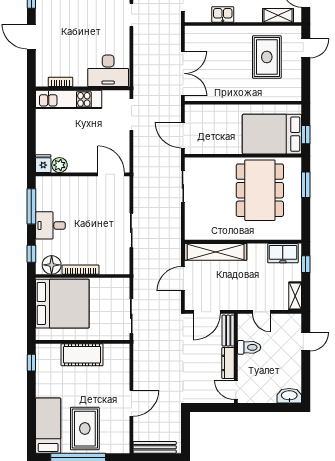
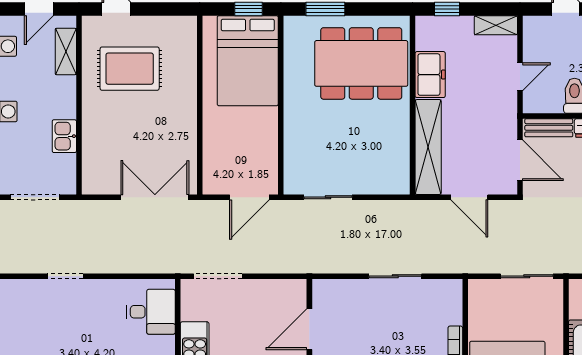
desk: (108, 71) -> (151, 312), width x0.73
door: (111, 174) -> (309, 329), moved
dining table: (260, 190) -> (361, 63), moved
freezer: (283, 253) -> (430, 75), moved

